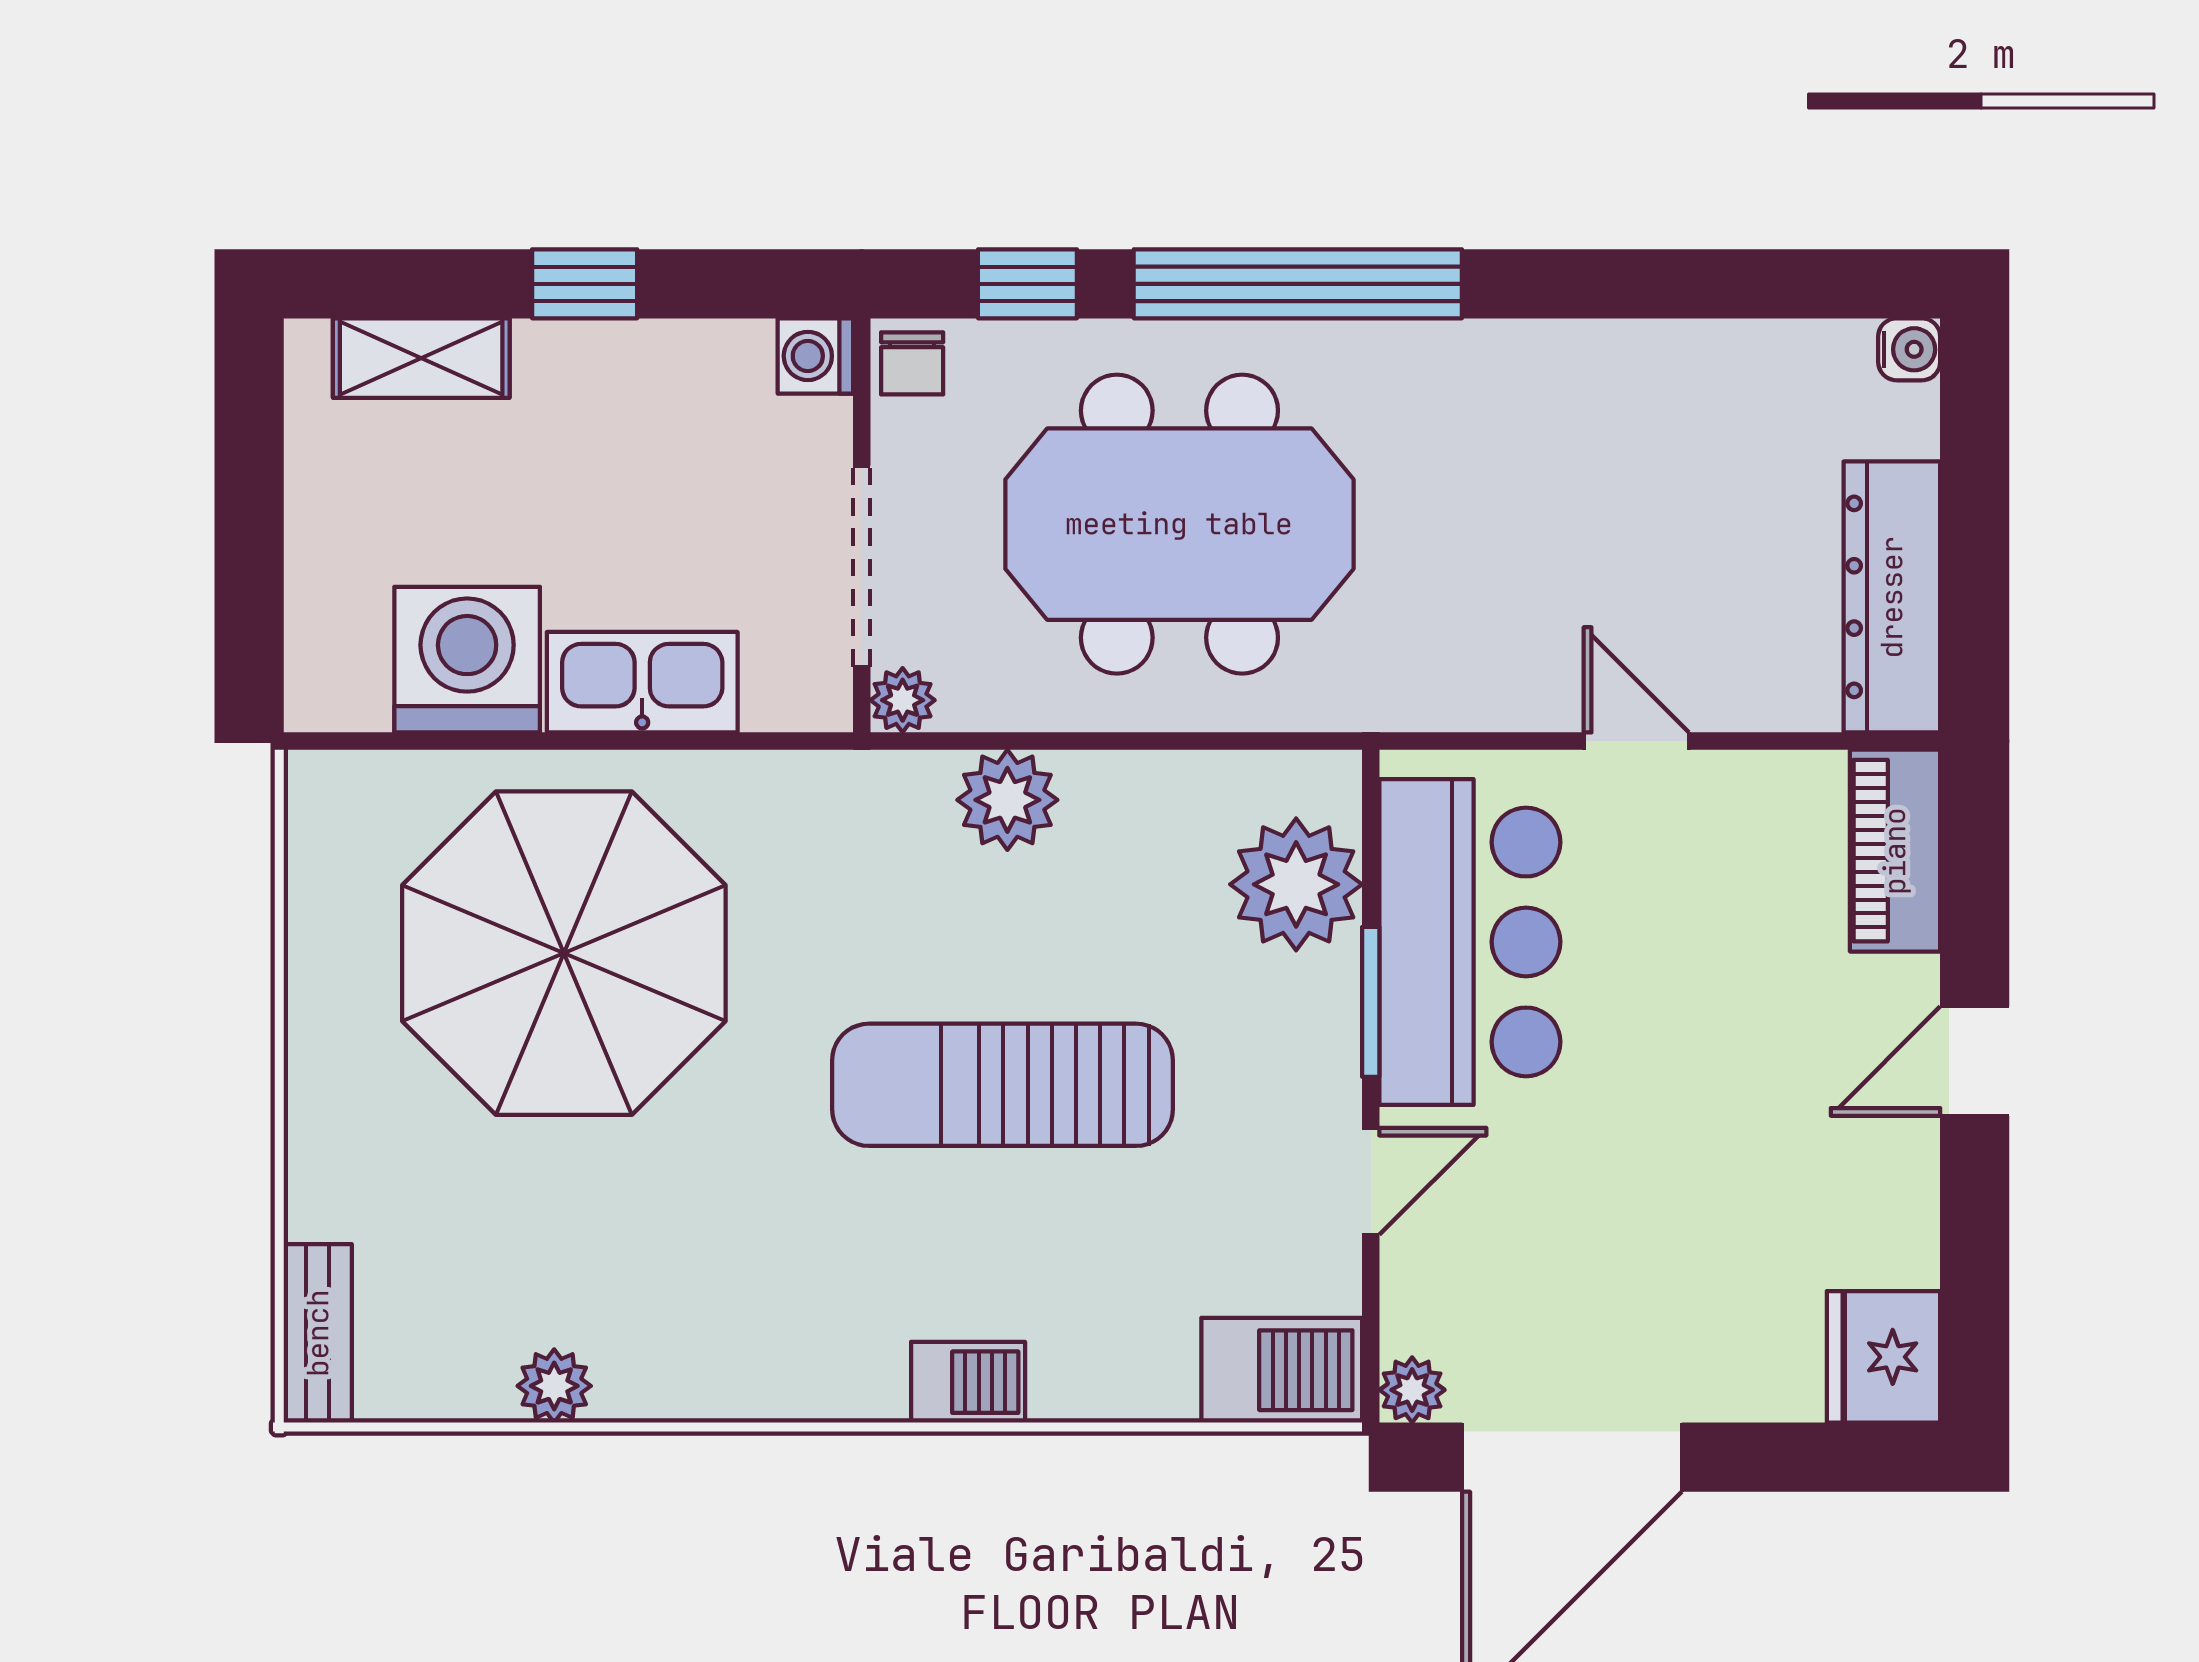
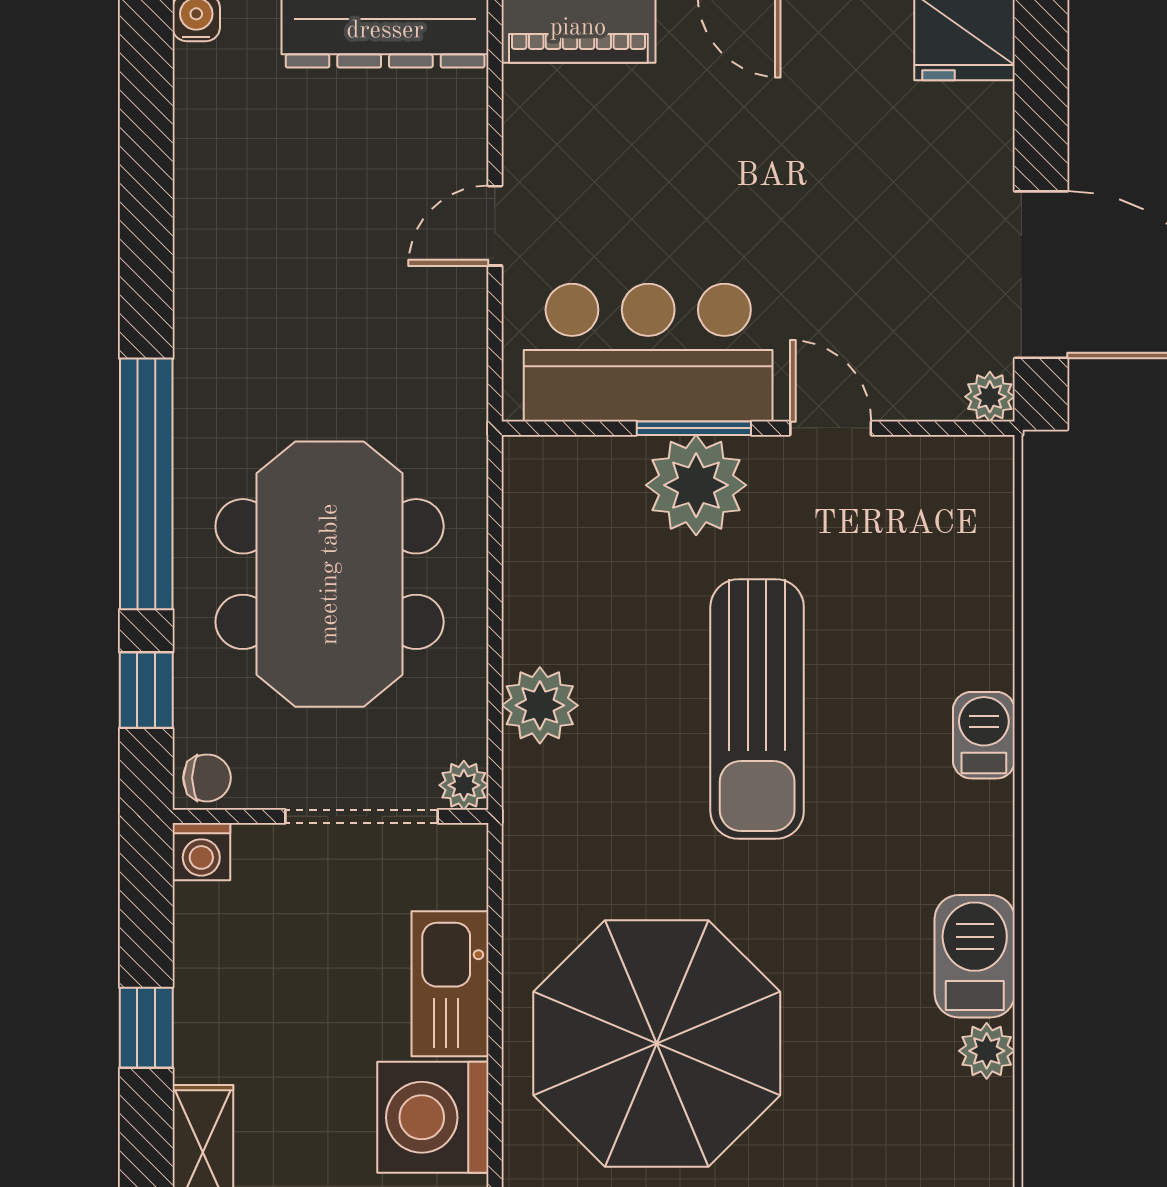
plant: (1296, 884) -> (696, 485), moved
barbecue: (1282, 1370) -> (975, 956), moved

